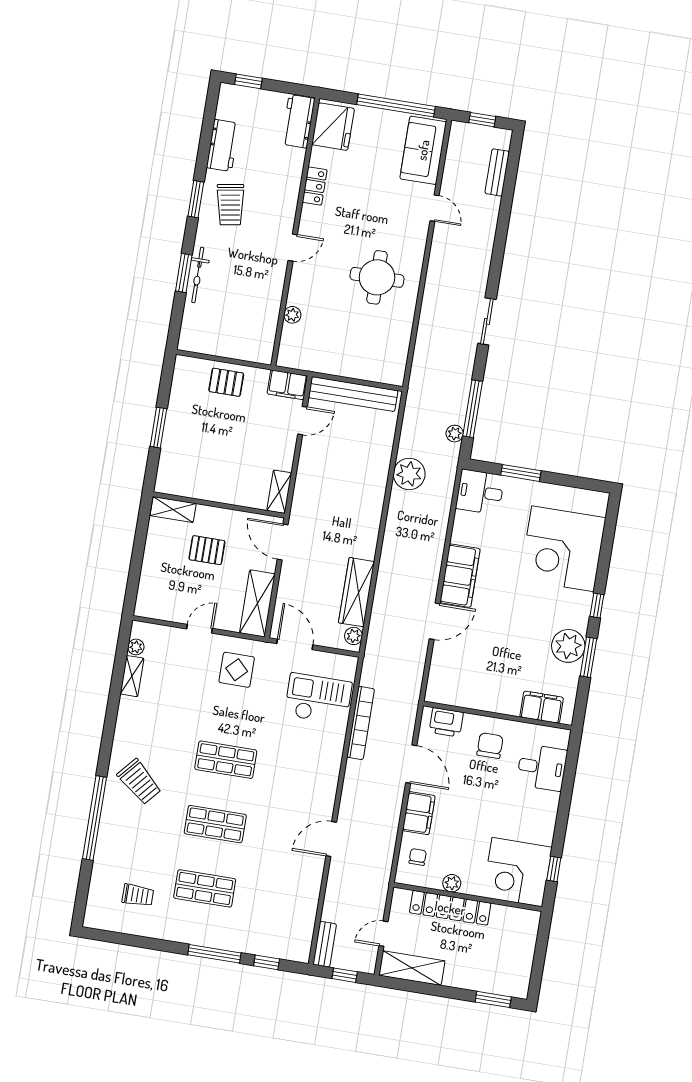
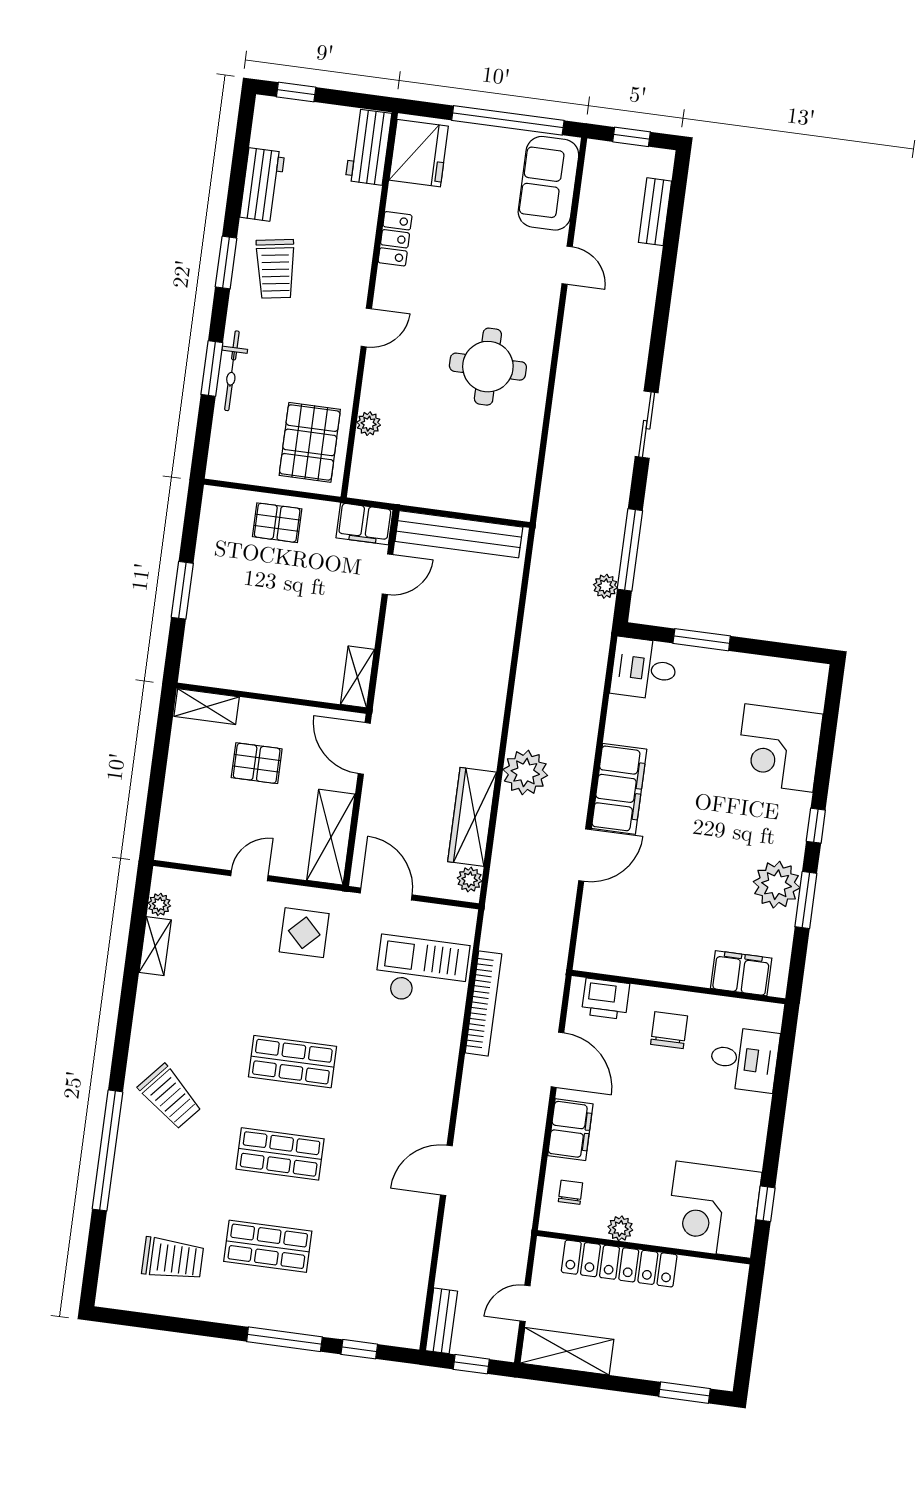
pallet: (251, 327) -> (310, 442), added
plant: (409, 474) -> (525, 772), moved
corner desk: (563, 549) -> (779, 748), width x0.74, depth x0.74
trolley: (138, 895) -> (173, 1259), width x1.36, depth x1.39

